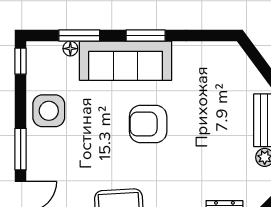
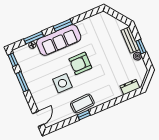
side table: (49, 111) -> (62, 83), moved
window: (21, 149) -> (22, 82), moved

